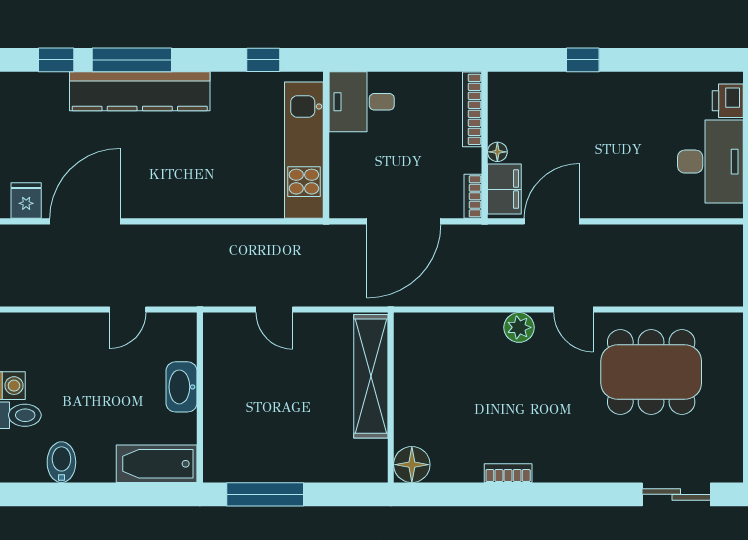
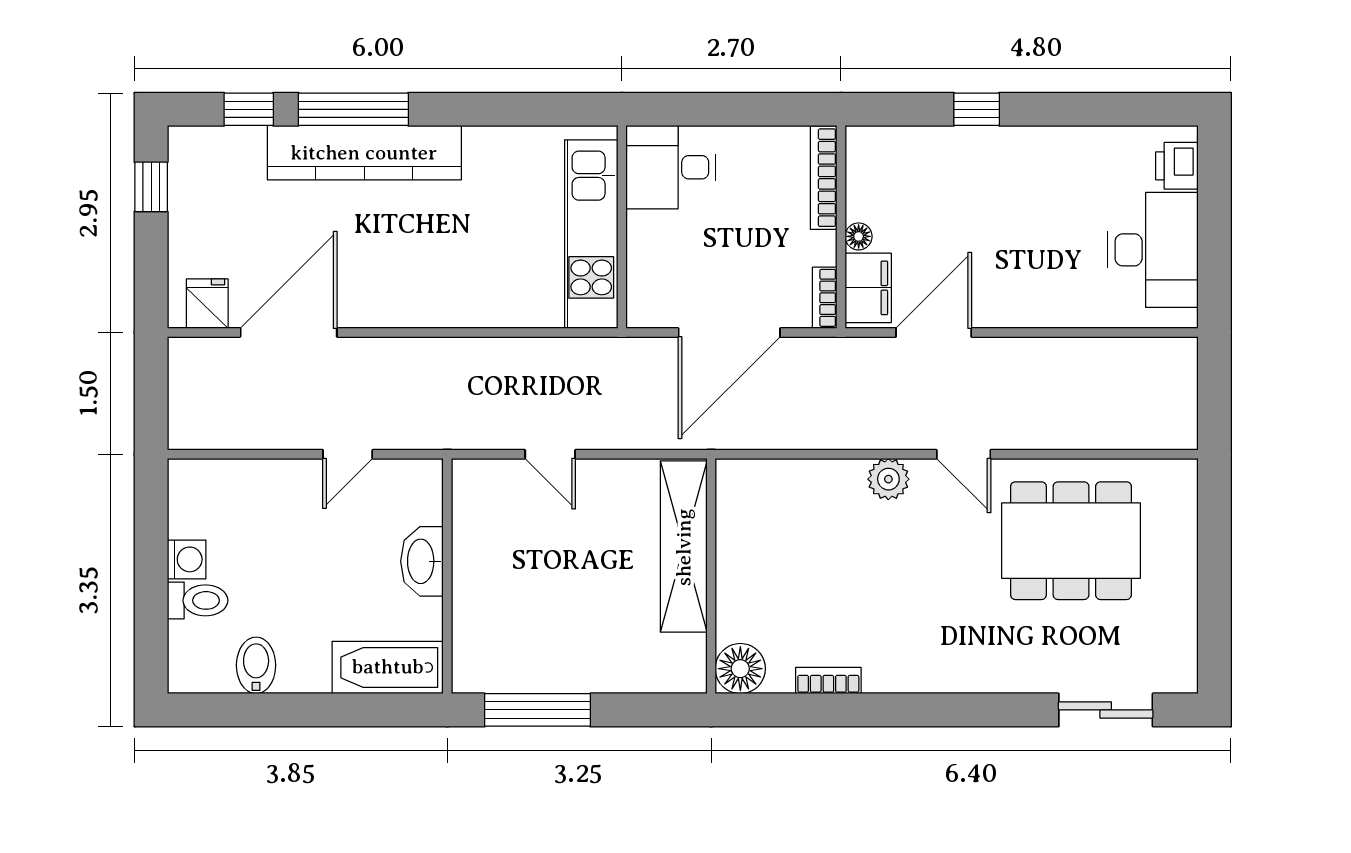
window: (263, 60) -> (535, 109), removed
bookcase: (508, 473) -> (828, 681), moved

